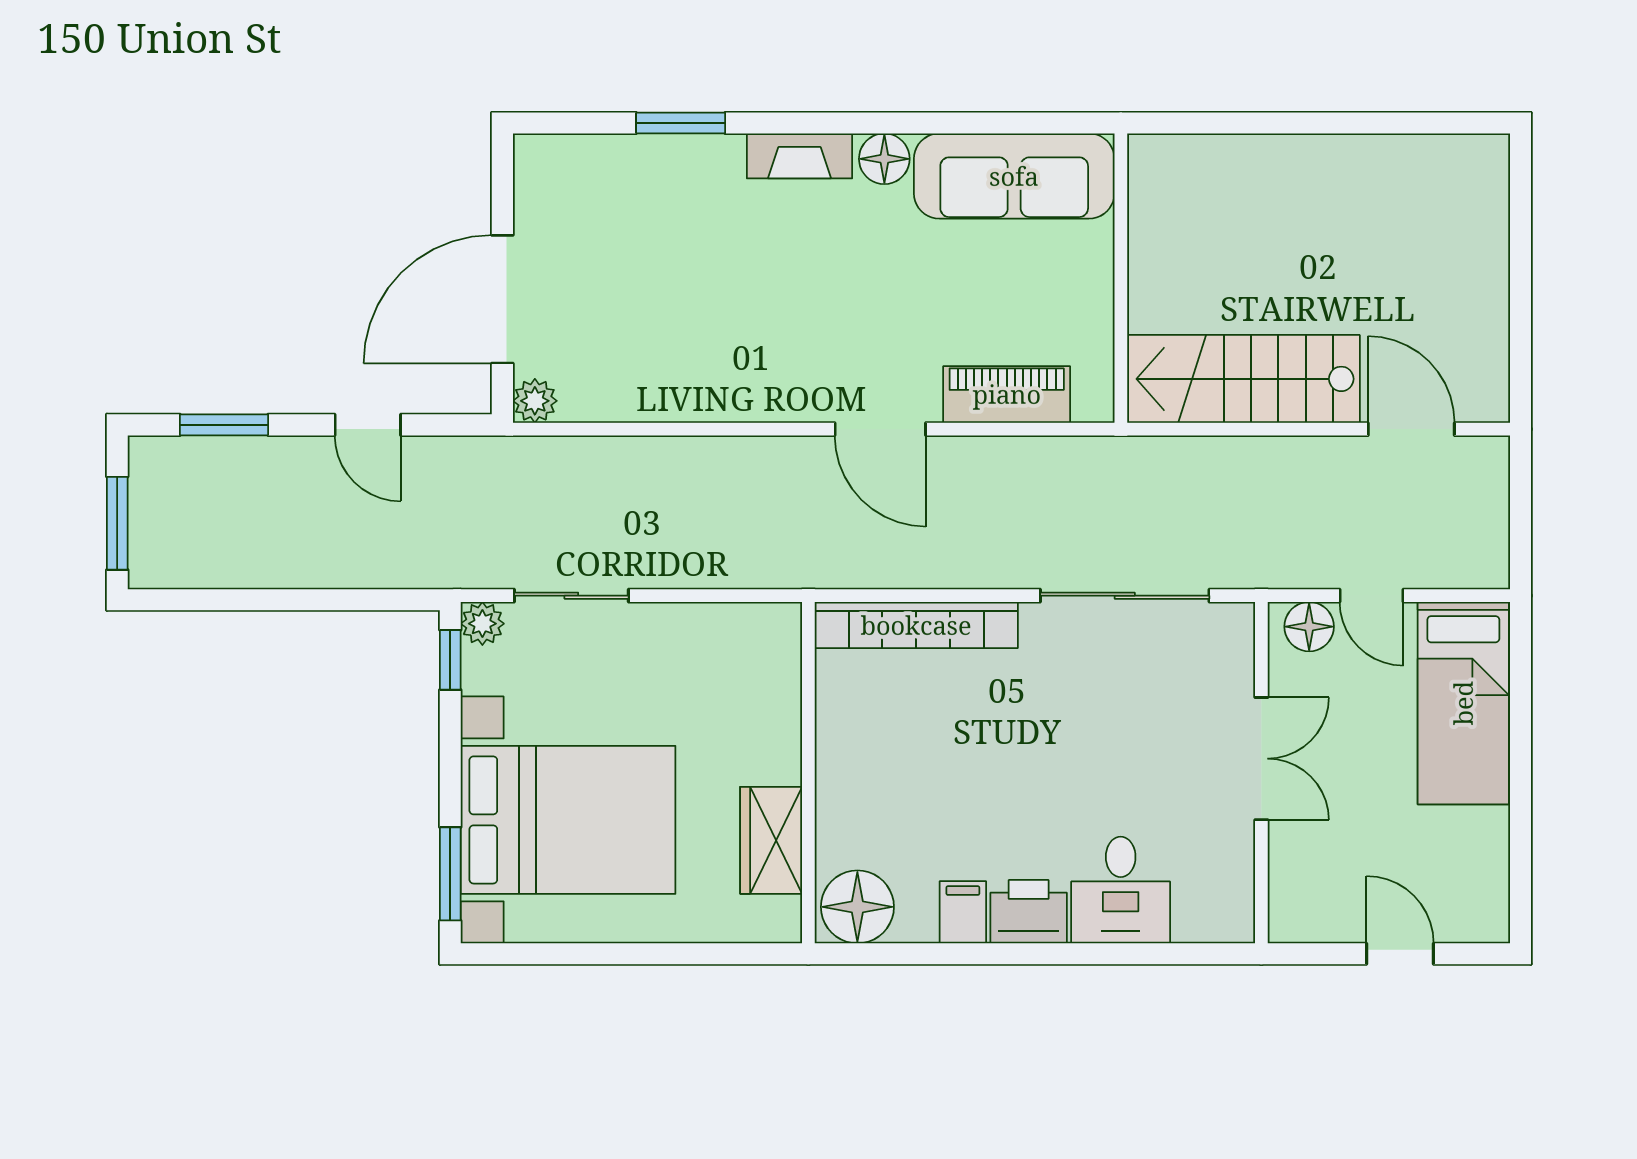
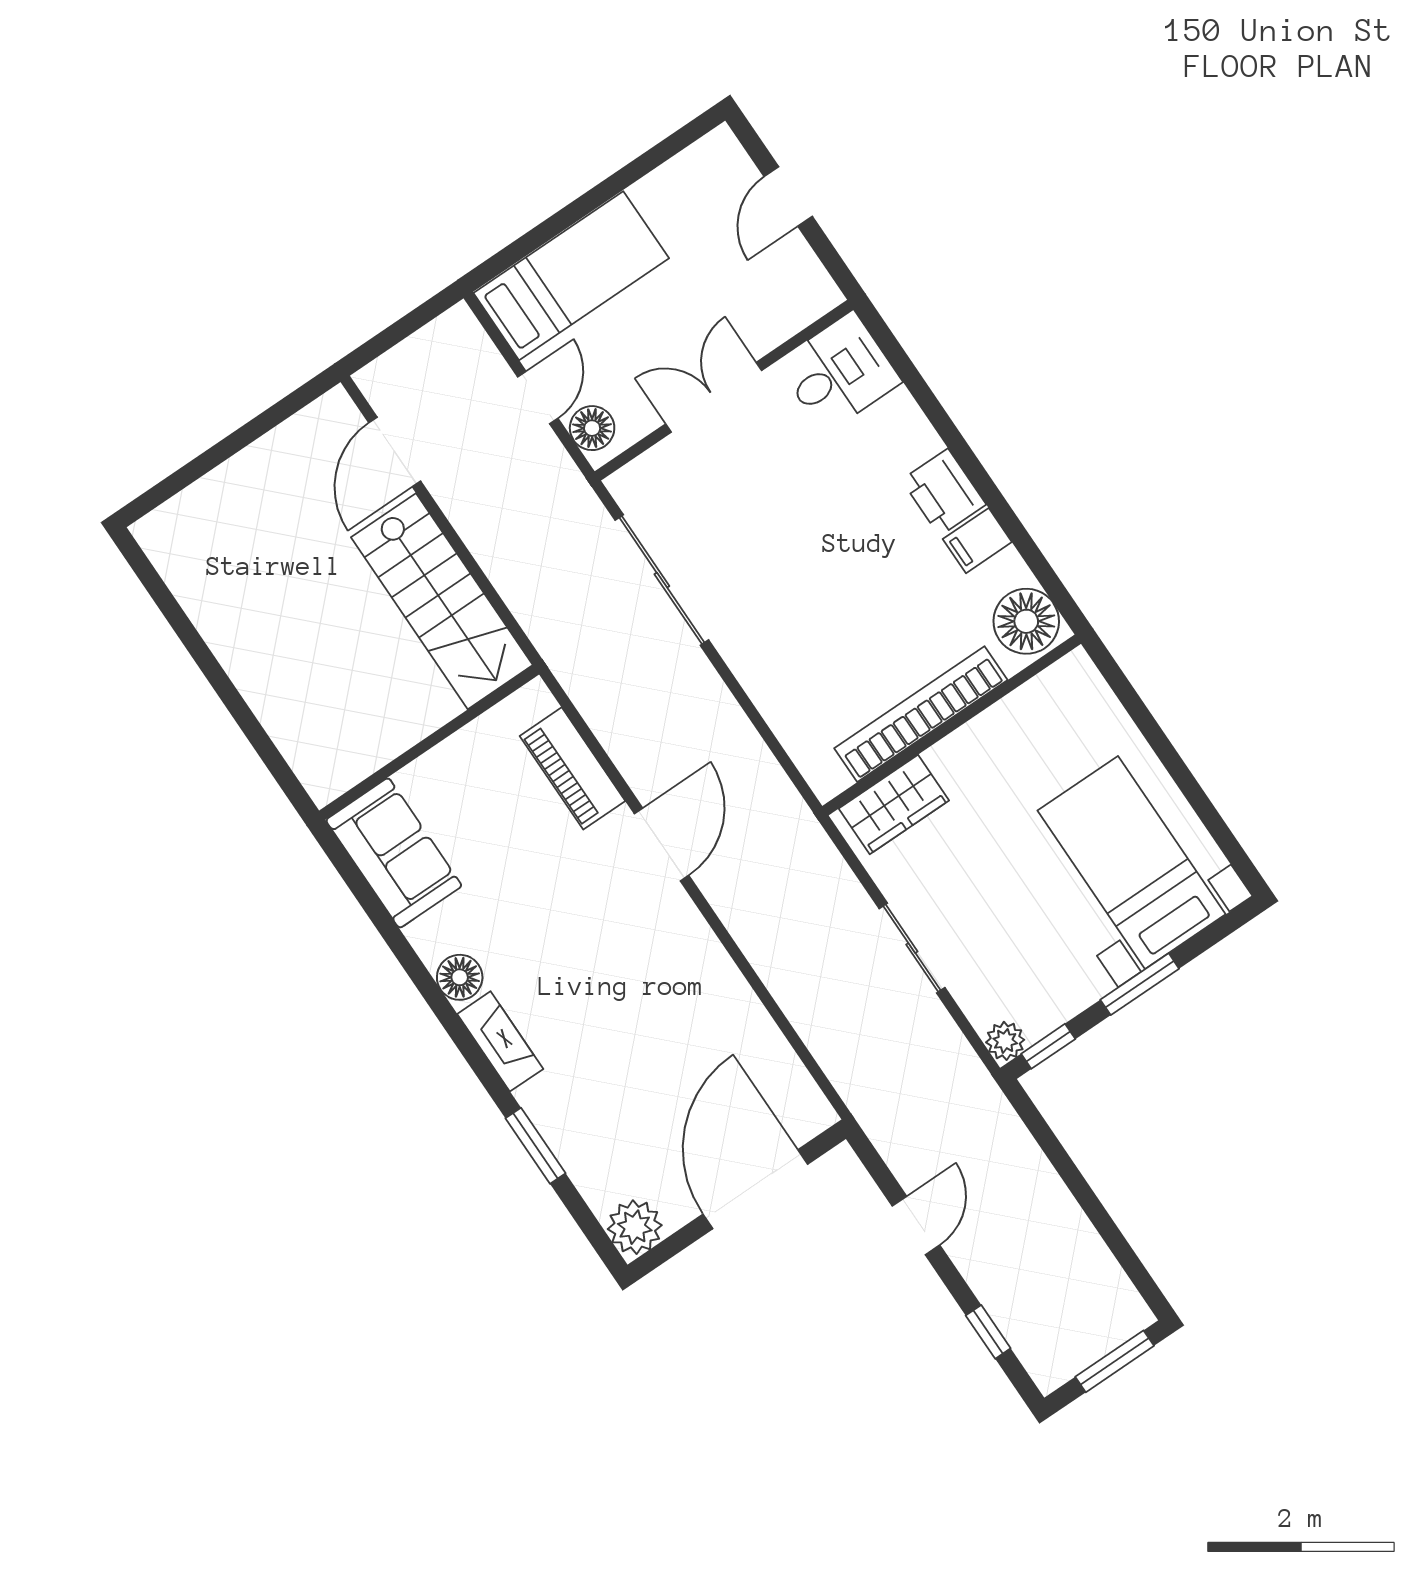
sofa: (1014, 176) -> (394, 853), width x0.73
door: (502, 299) -> (755, 1189), swing flipped
plant: (535, 401) -> (635, 1227), moved, width x1.38, depth x1.38
window: (224, 425) -> (988, 1332), width x0.67
sliding door: (571, 596) -> (912, 948), moved
bookcase: (916, 625) -> (921, 714), moved, turned -90
bed with nightstands: (568, 820) -> (1132, 862), width x0.73
wardrobe: (771, 840) -> (894, 804), moved
window: (450, 874) -> (1140, 984), moved
desk: (1121, 890) -> (839, 372), moved

